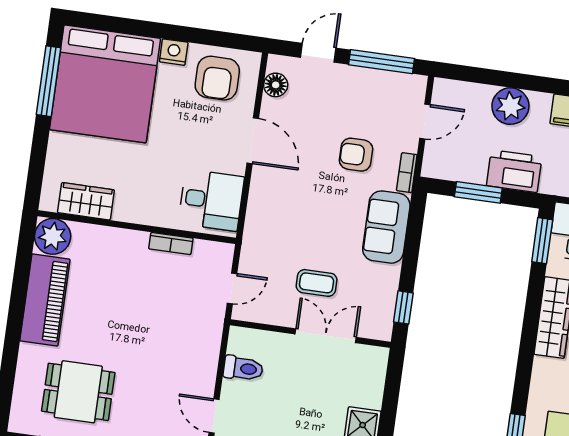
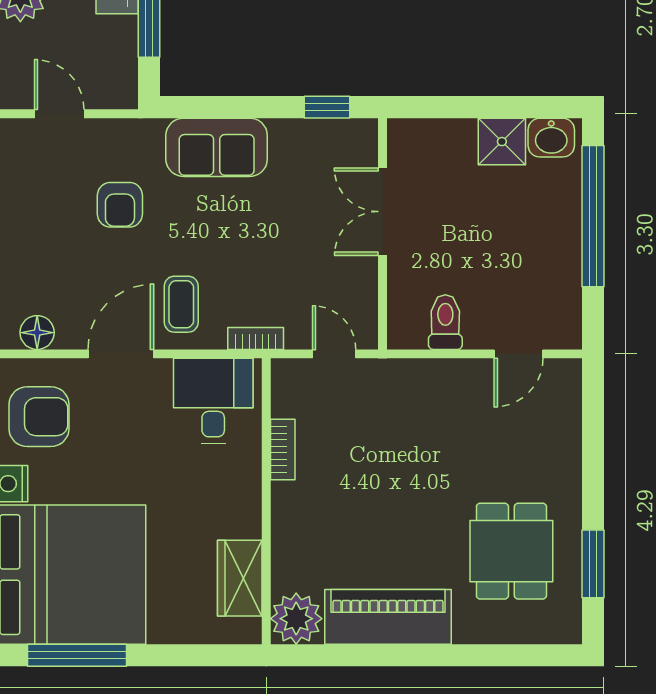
bookcase: (407, 173) -> (256, 338), moved, turned 180
coffee table: (317, 283) -> (181, 304), moved

